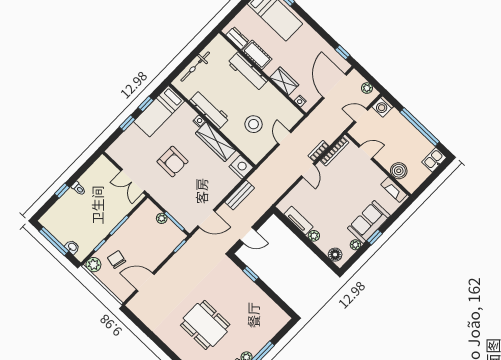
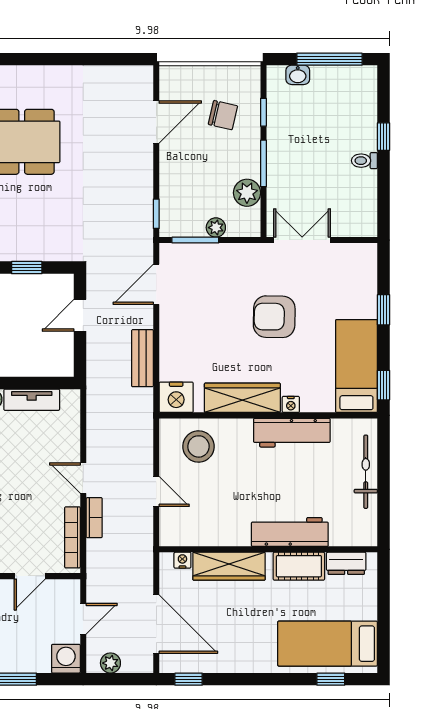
wardrobe: (284, 81) -> (229, 566), width x1.50
window: (146, 104) -> (383, 385), moved
stool: (254, 124) -> (198, 446), moved
plant: (93, 265) -> (247, 193), moved

